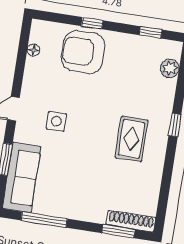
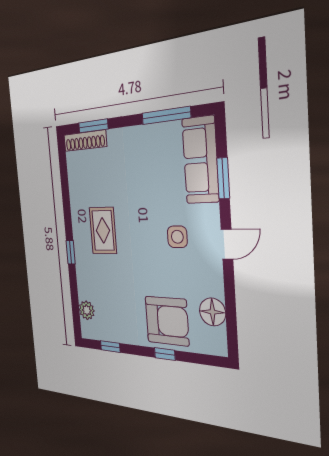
floor lamp: (33, 50) -> (212, 312), width x1.89, depth x1.89

